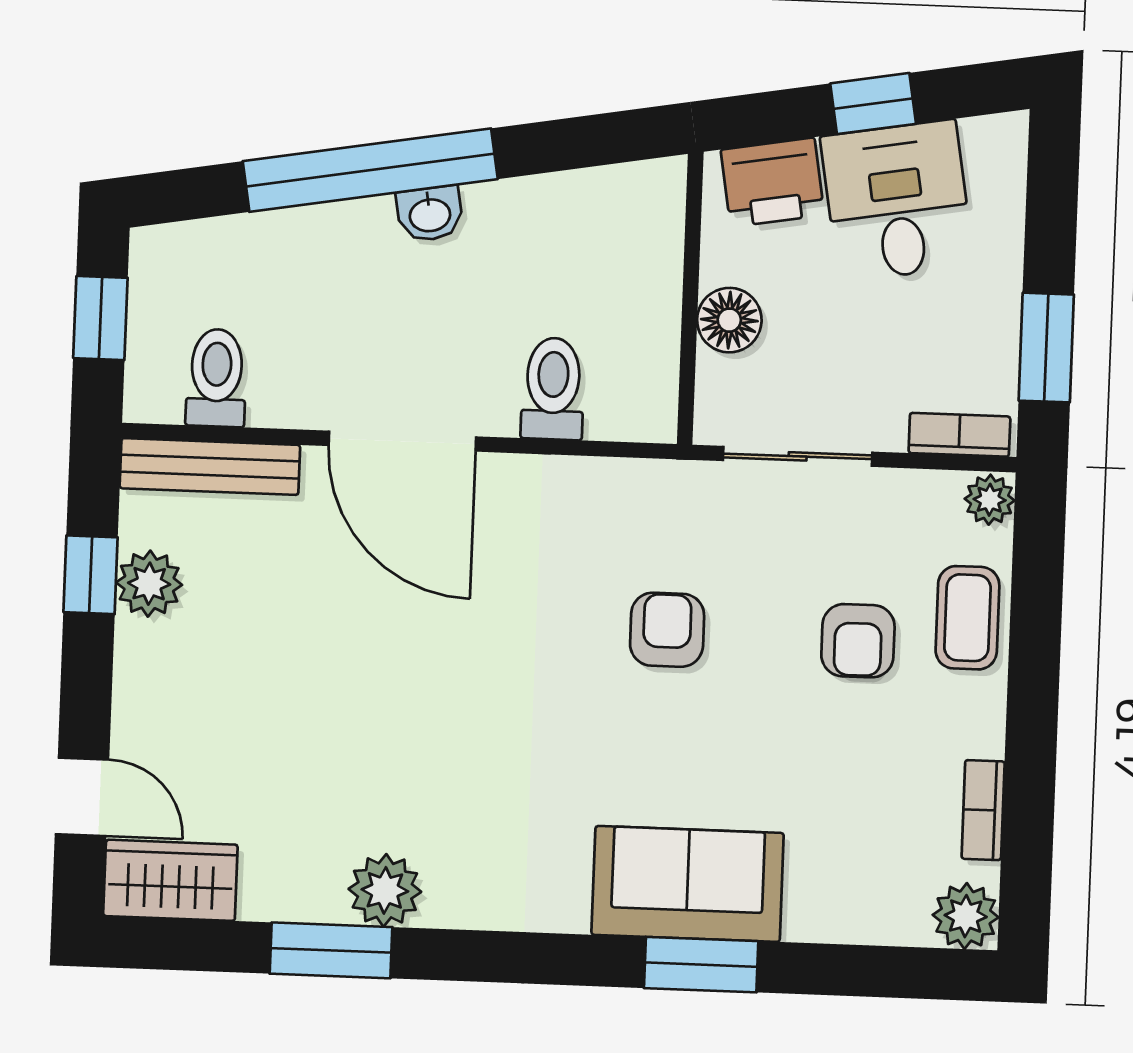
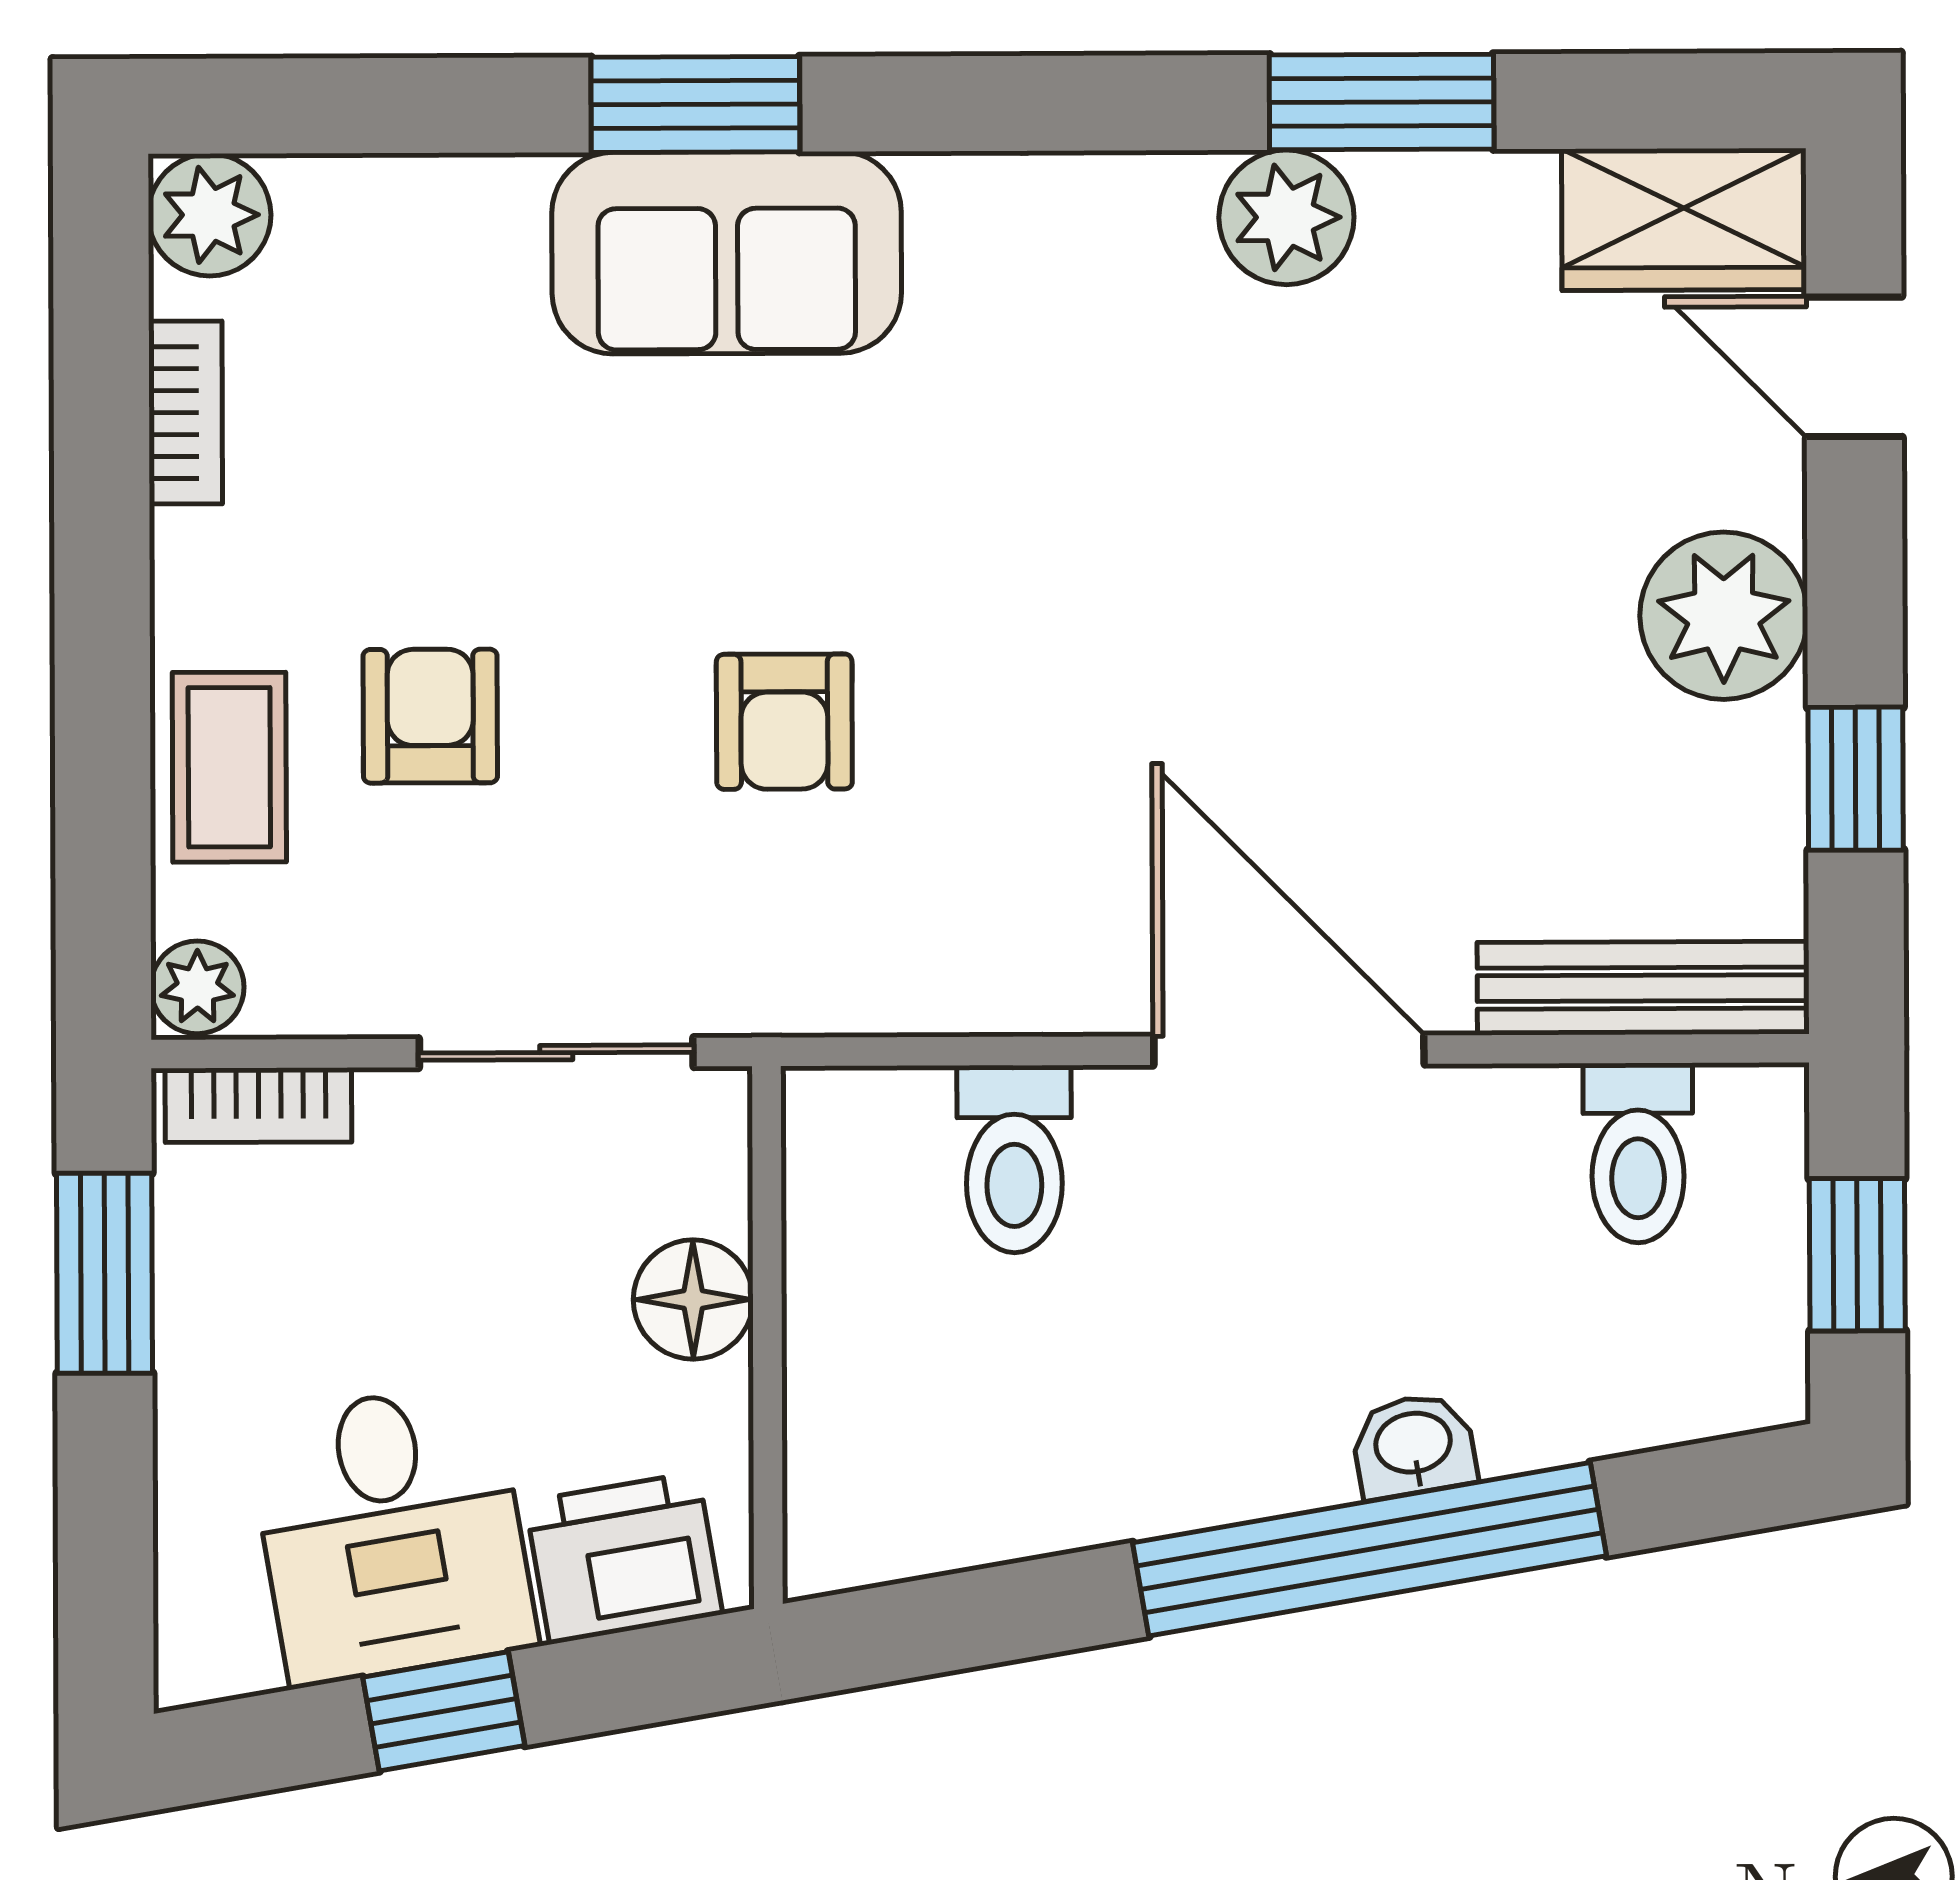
washbasin: (430, 214) -> (1414, 1445), moved
plant: (149, 584) -> (1724, 616), moved, width x1.36, depth x1.36

